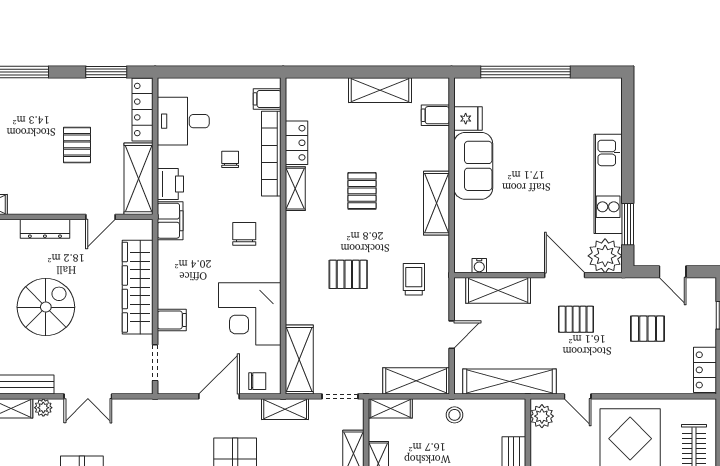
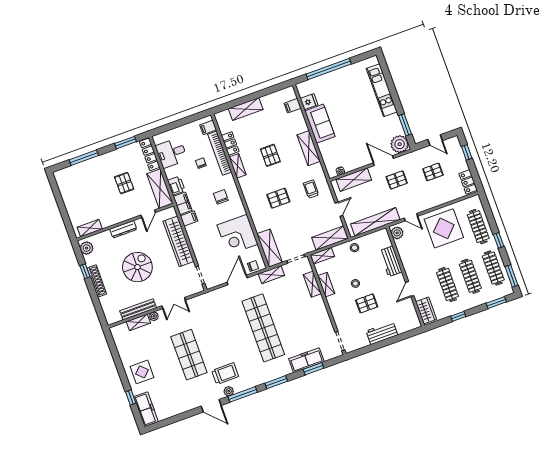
shelving: (380, 90) -> (246, 109), moved
kitchen unit: (608, 184) -> (382, 90), moved
filing cabinet: (172, 320) -> (189, 218), moved

